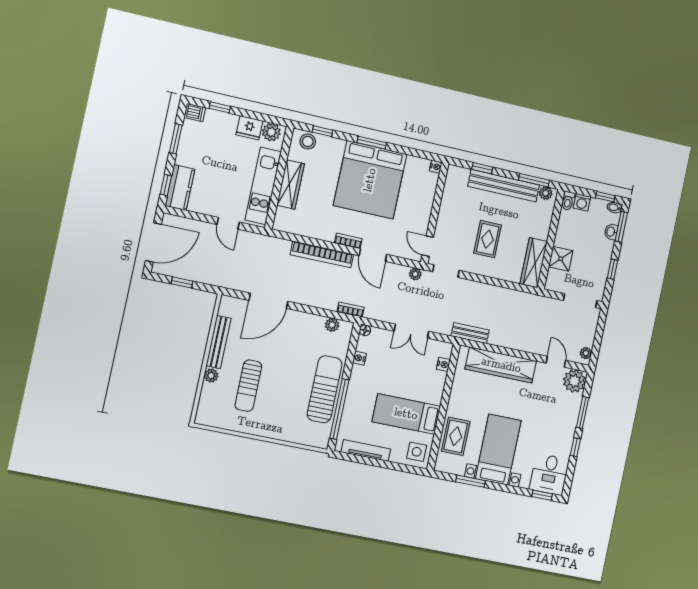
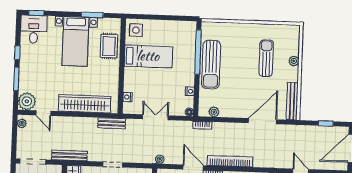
doorway: (446, 271) -> (113, 164), moved
bench: (532, 300) -> (69, 155), added
bench: (219, 342) -> (292, 101), moved
tv unit: (366, 451) -> (173, 25), removed

